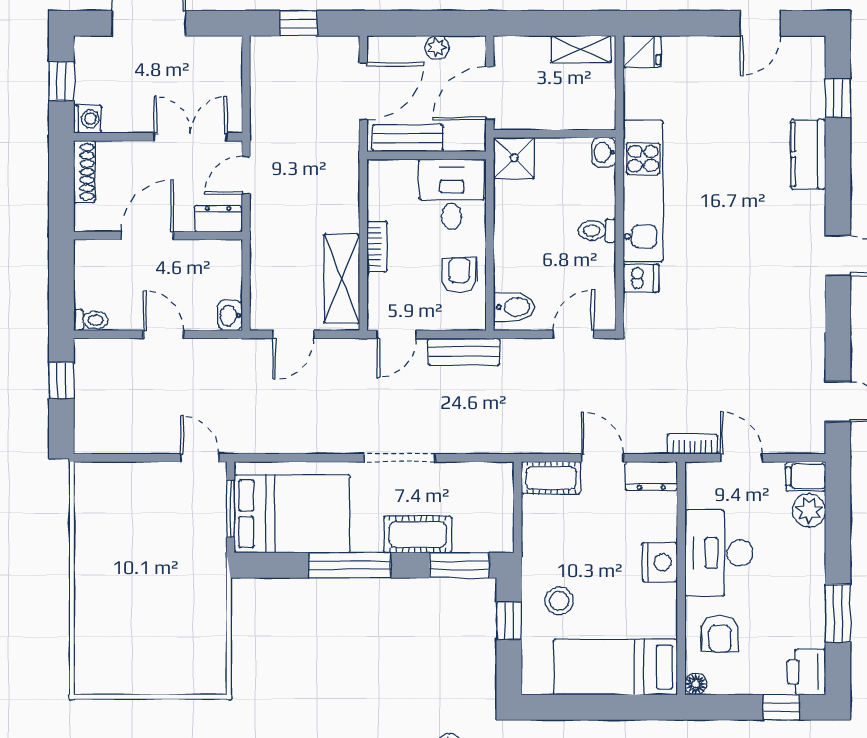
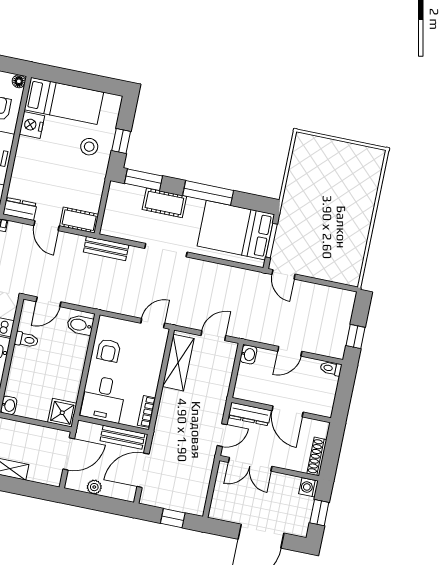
dresser: (218, 219) -> (250, 414), width x1.44
toilet: (597, 231) -> (26, 340), moved
door: (147, 236) -> (288, 411), hinge flipped
bookcase: (377, 247) -> (146, 412), moved
door: (164, 334) -> (290, 351), hinge flipped
bench: (464, 352) -> (106, 249), moved
nightstand: (660, 562) -> (32, 125), moved

